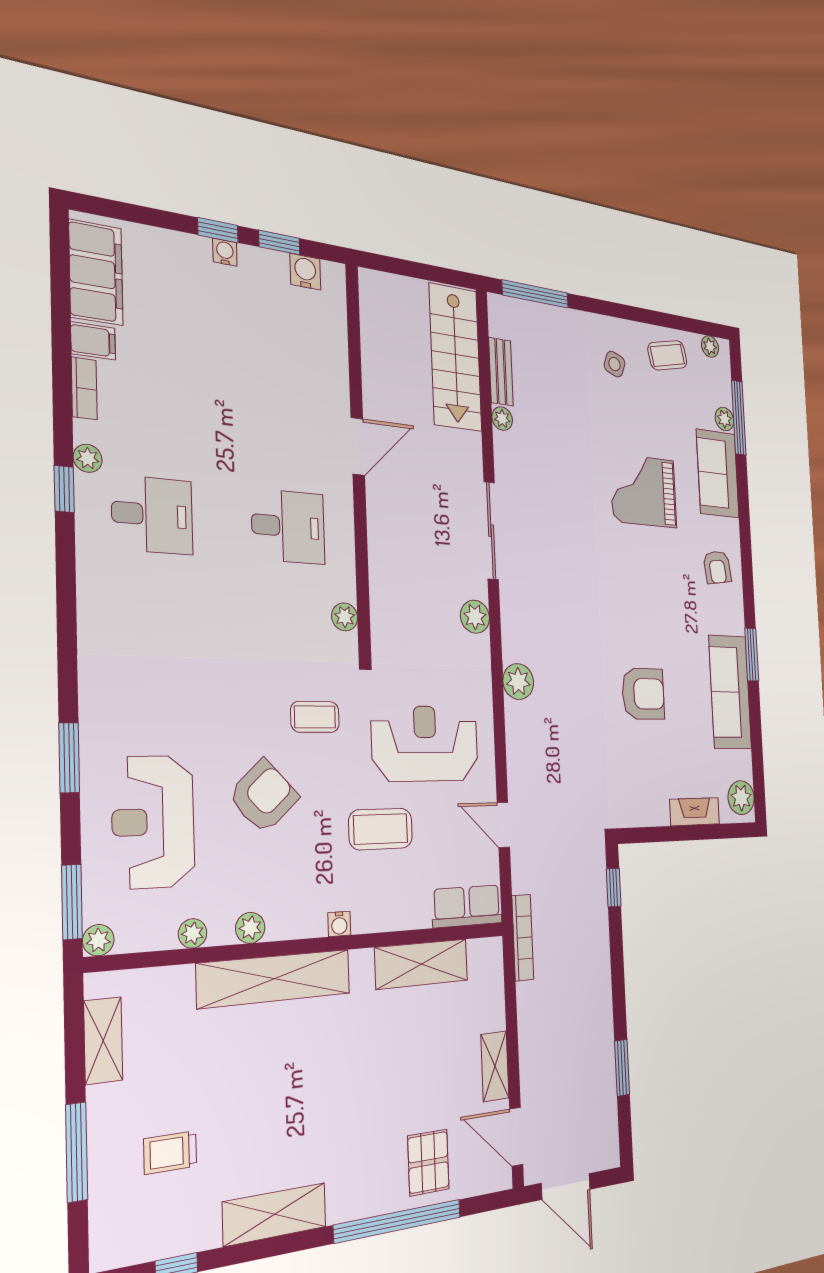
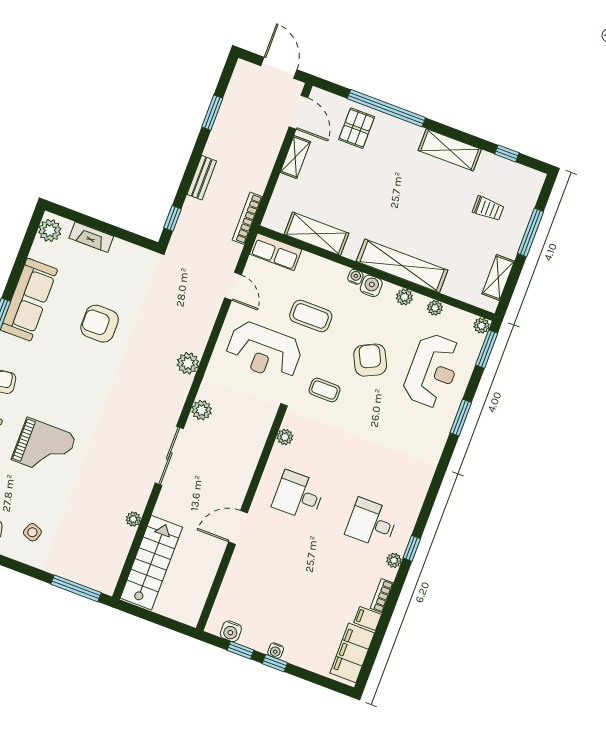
bench: (501, 372) -> (202, 178), moved
armchair: (264, 796) -> (370, 360), turned 107
water cooler: (310, 921) -> (371, 286), added

